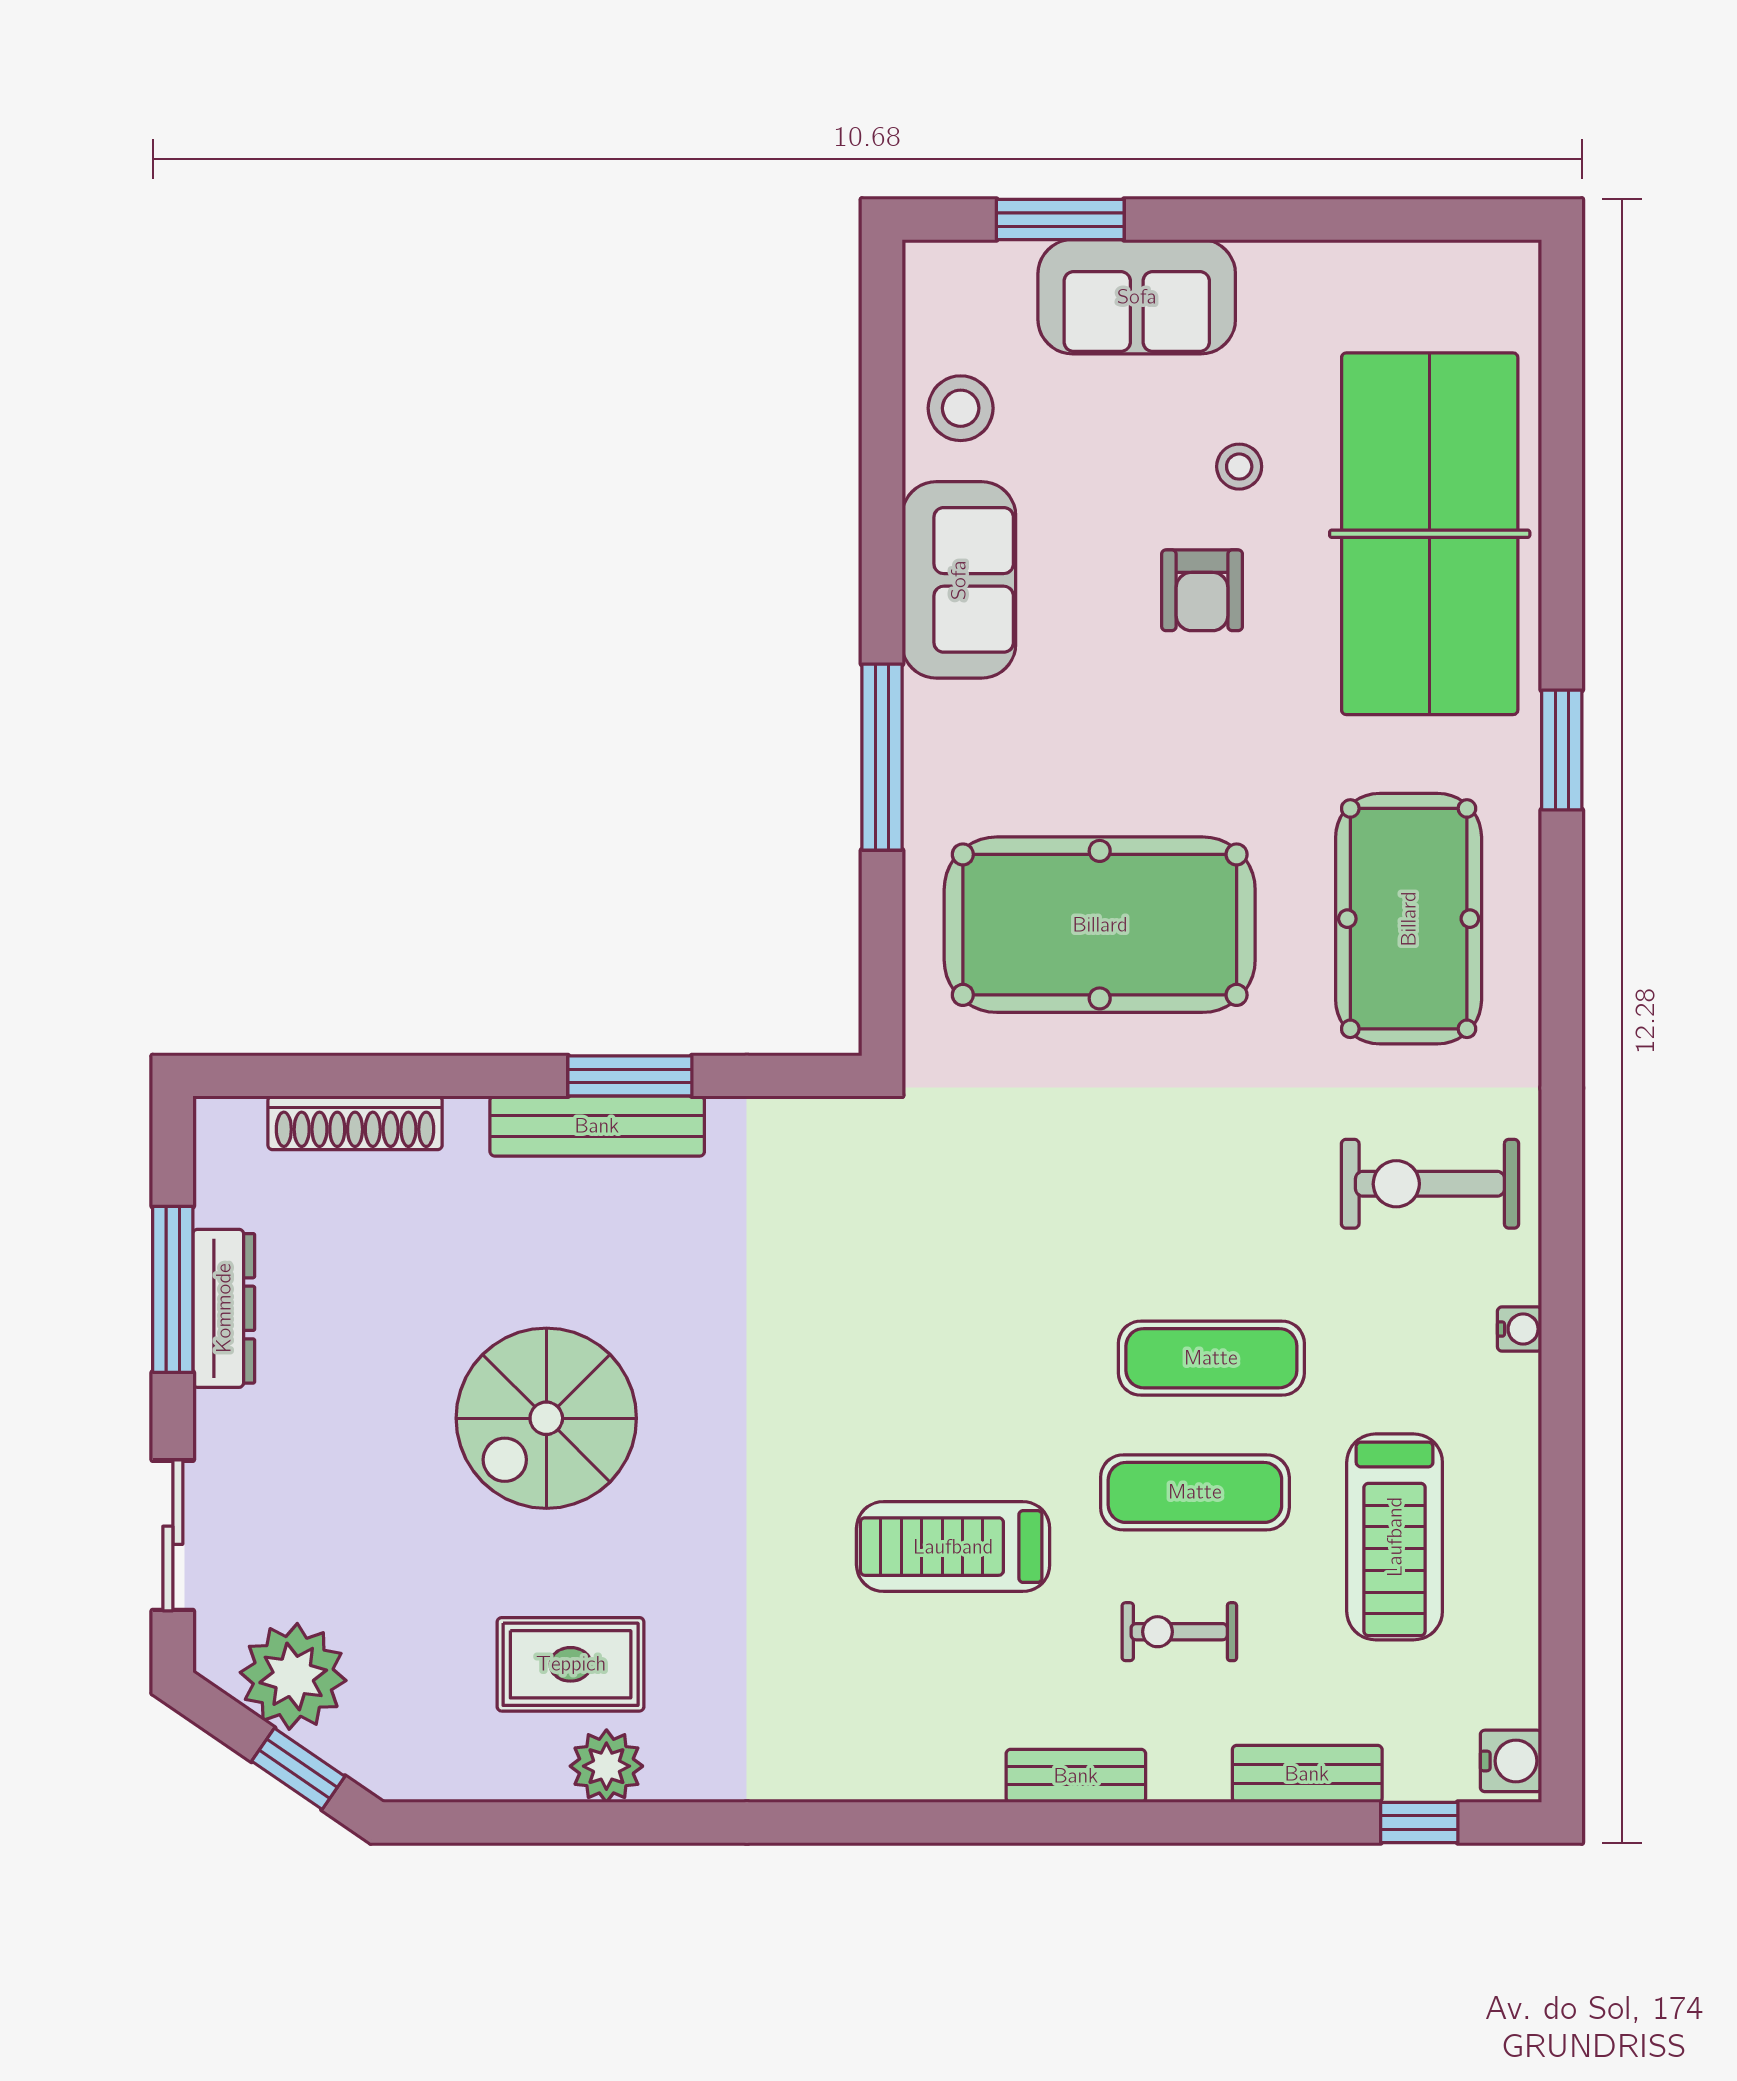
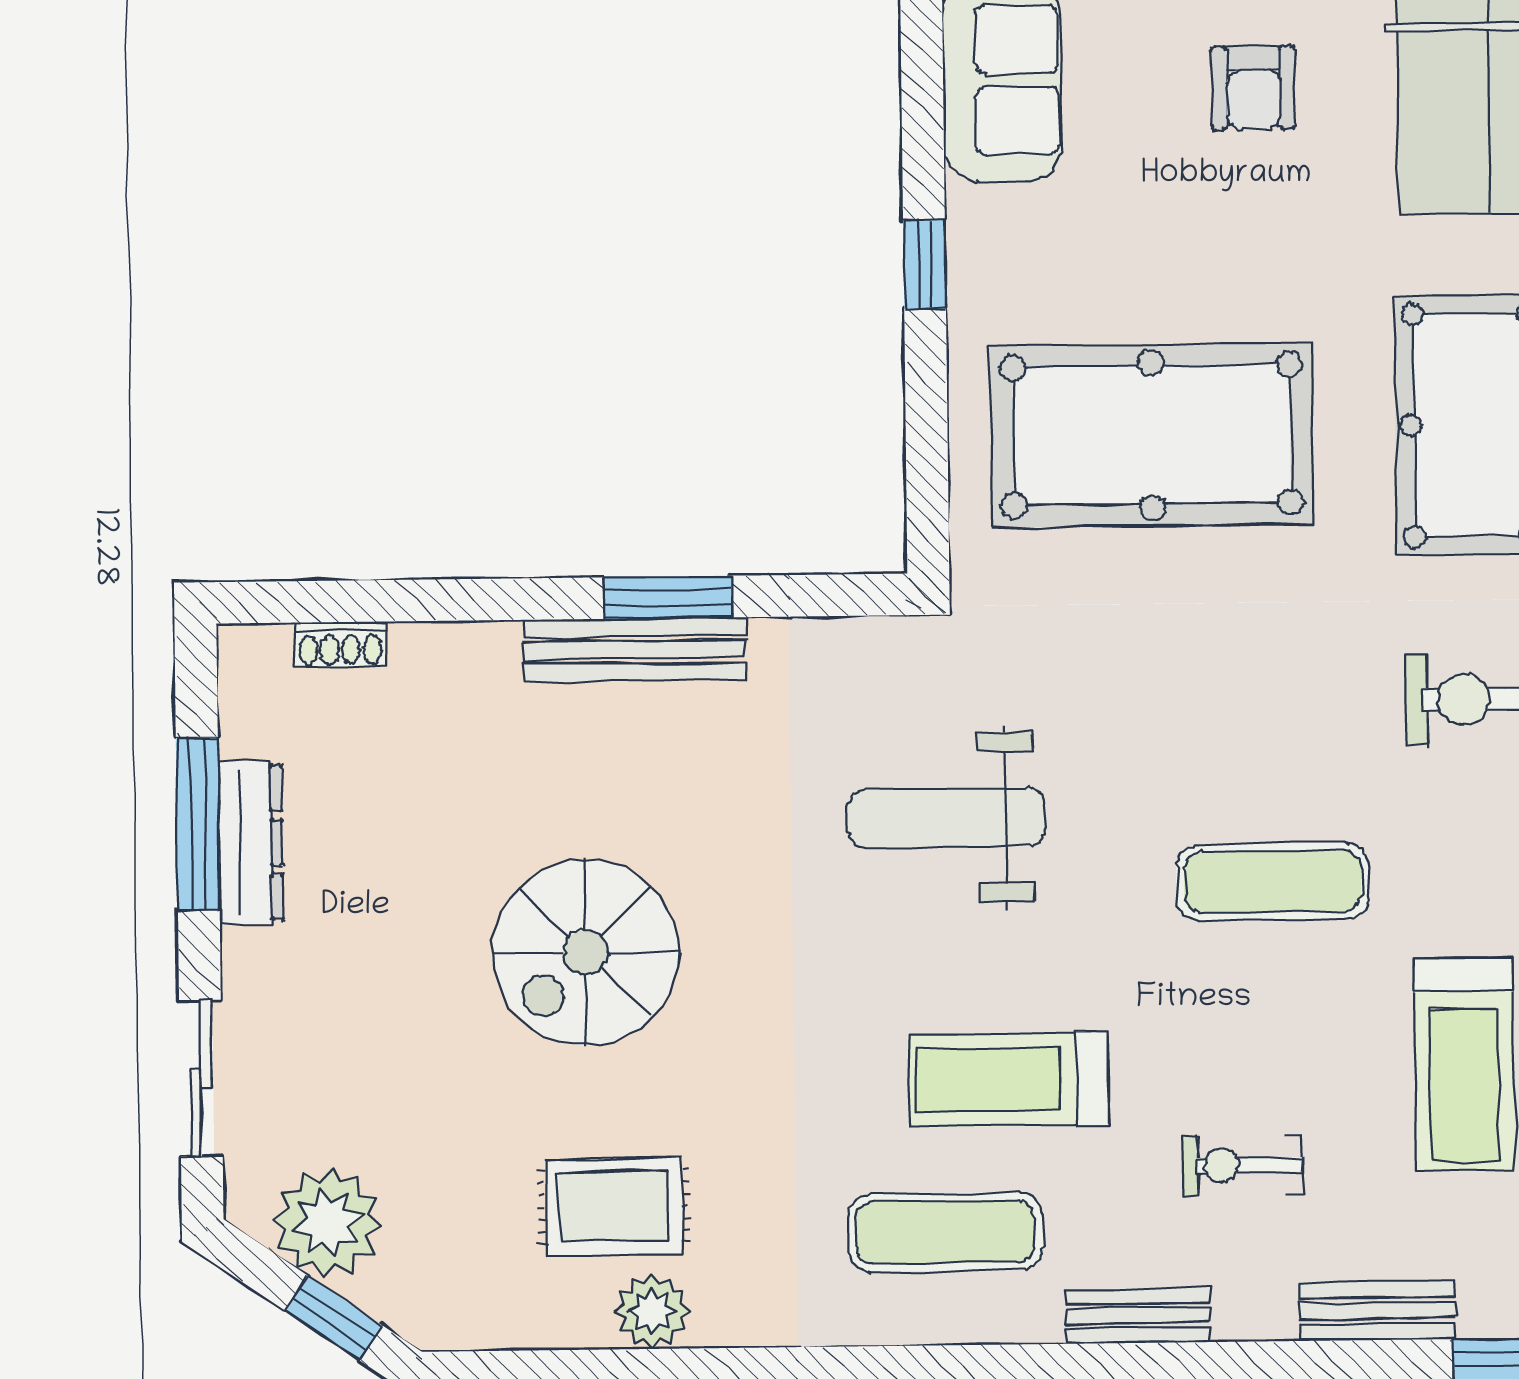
window: (882, 757) -> (924, 264), width x0.46
shoe rack: (355, 1123) -> (340, 645), width x0.51, depth x0.81
weight bench: (897, 1293) -> (947, 818), added
exercise mat: (1195, 1492) -> (945, 1232), moved

